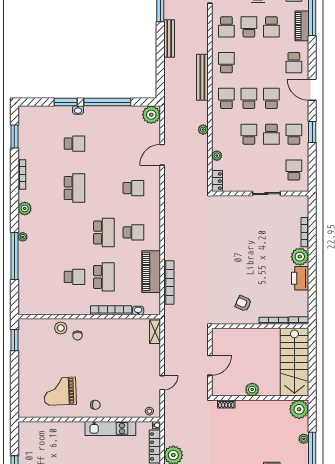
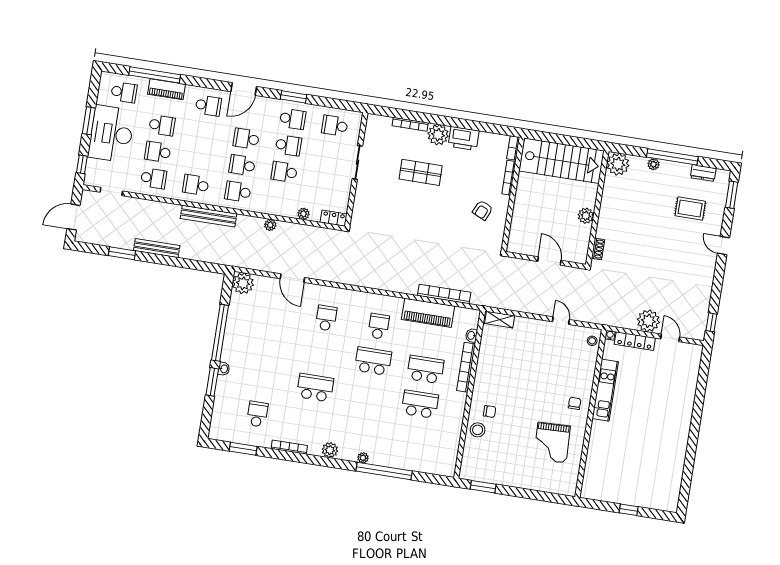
school desk: (294, 134) -> (293, 119), turned 180
school desk: (74, 144) -> (257, 414), moved
shop shelf: (266, 247) -> (421, 172), added
school desk: (74, 277) -> (420, 404), width x1.85

